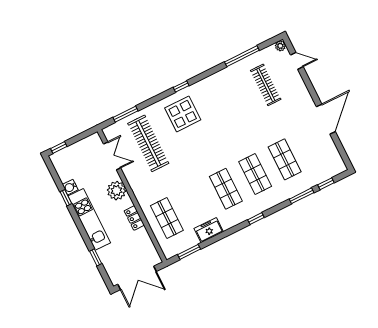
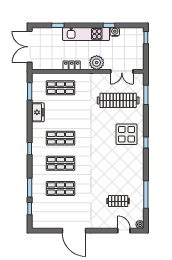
door: (297, 61) -> (124, 231), swing flipped
clothes rail: (266, 85) -> (118, 201), width x0.73

